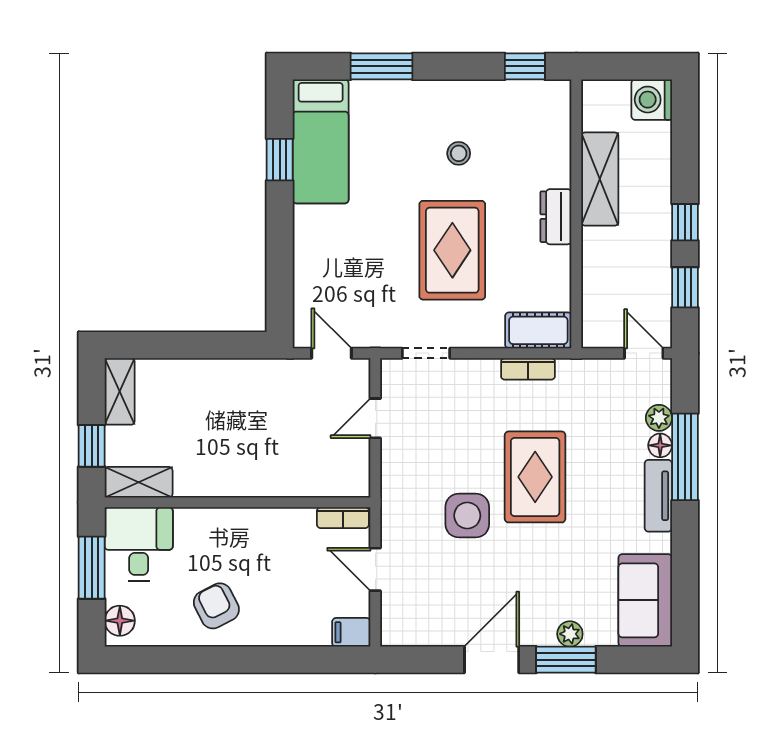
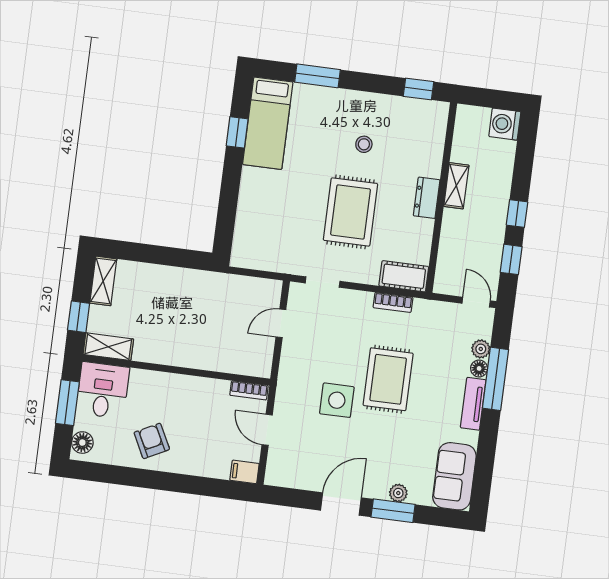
shelving: (600, 179) -> (456, 186), width x0.67, depth x0.75
door: (332, 353) -> (256, 273), removed

